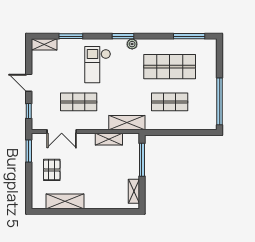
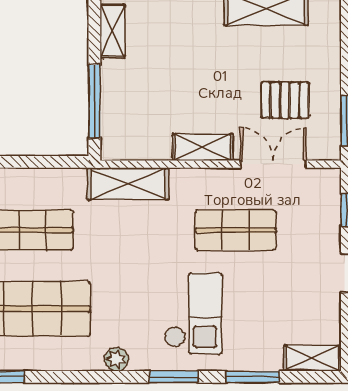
window: (123, 36) -> (174, 377), moved
shelving: (109, 139) -> (203, 147), moved
pallet: (52, 170) -> (285, 100), moved, turned 90

